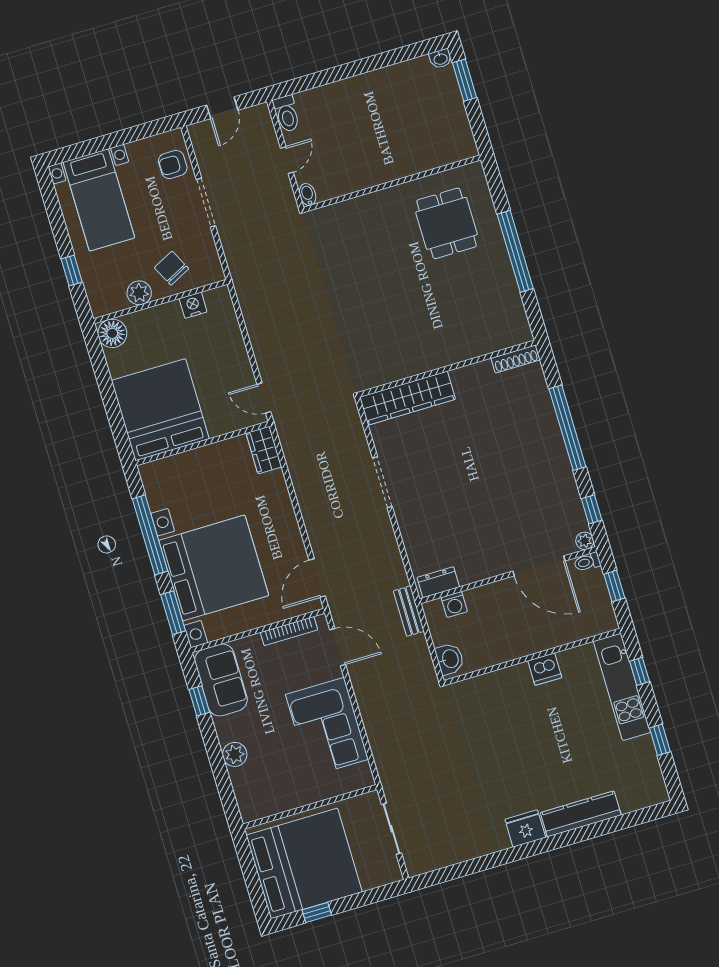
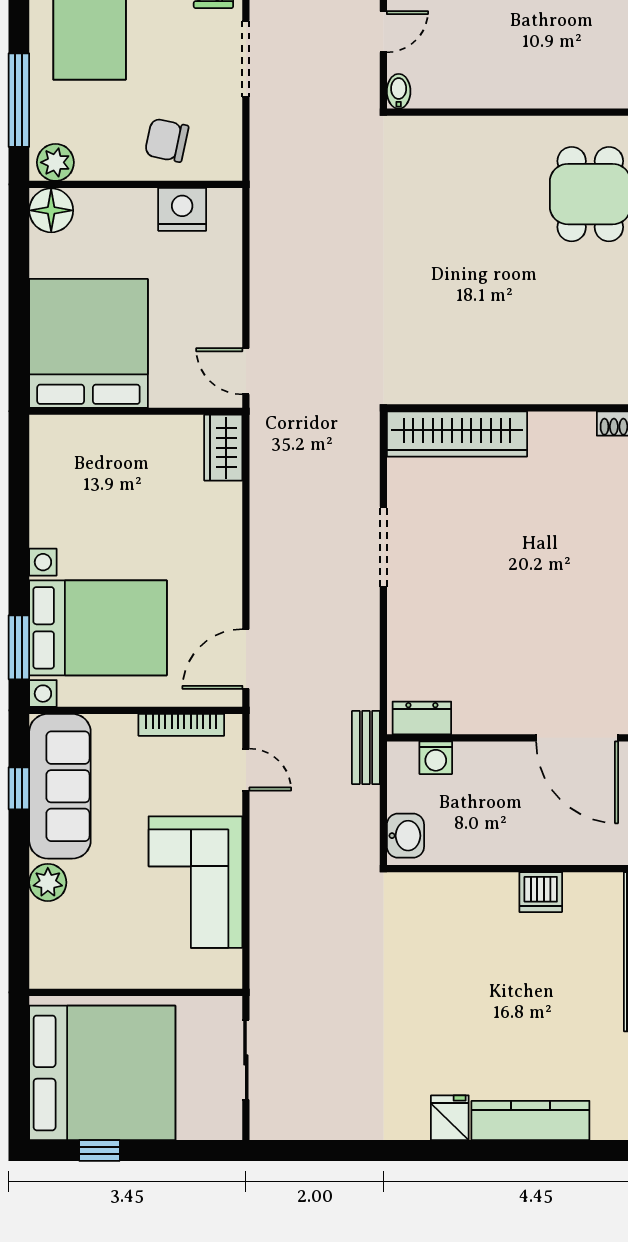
chair: (172, 268) -> (167, 140), turned -51
window: (72, 270) -> (19, 100), width x2.17
plant: (139, 293) -> (55, 162), moved
nightstand: (193, 305) -> (182, 209), width x1.36, depth x1.33
window: (150, 535) -> (19, 523), removed
bed with nightstands: (214, 568) -> (98, 628), width x0.73
door: (338, 647) -> (246, 770), width x0.73
sofa: (221, 680) -> (60, 786), width x1.36
fridge: (525, 828) -> (450, 1118), width x0.72

